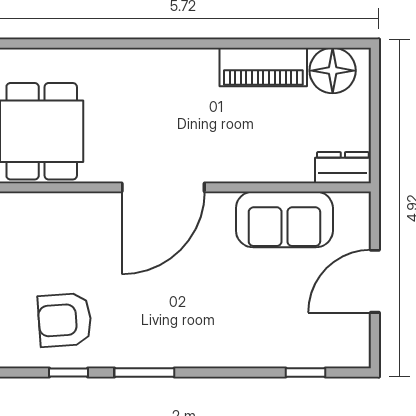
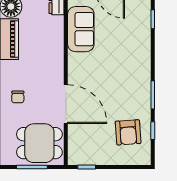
chair: (140, 85) -> (18, 97), added
door: (163, 187) -> (66, 104), moved

